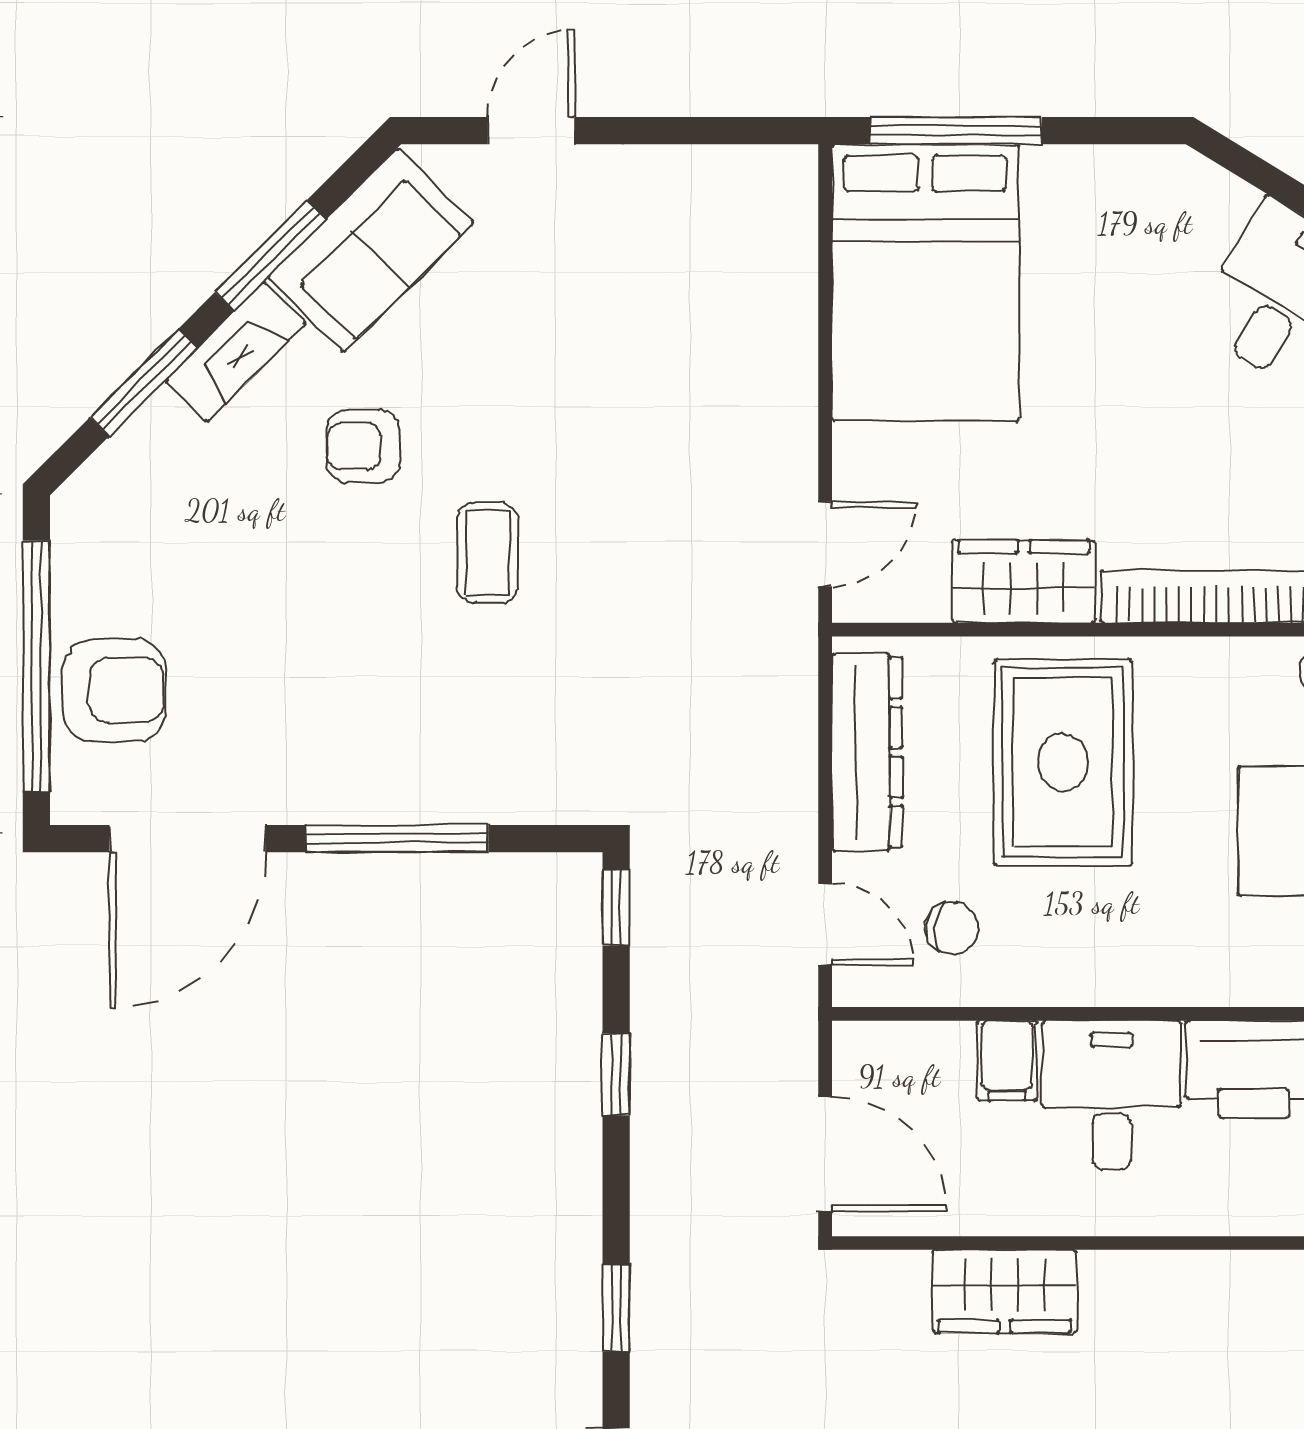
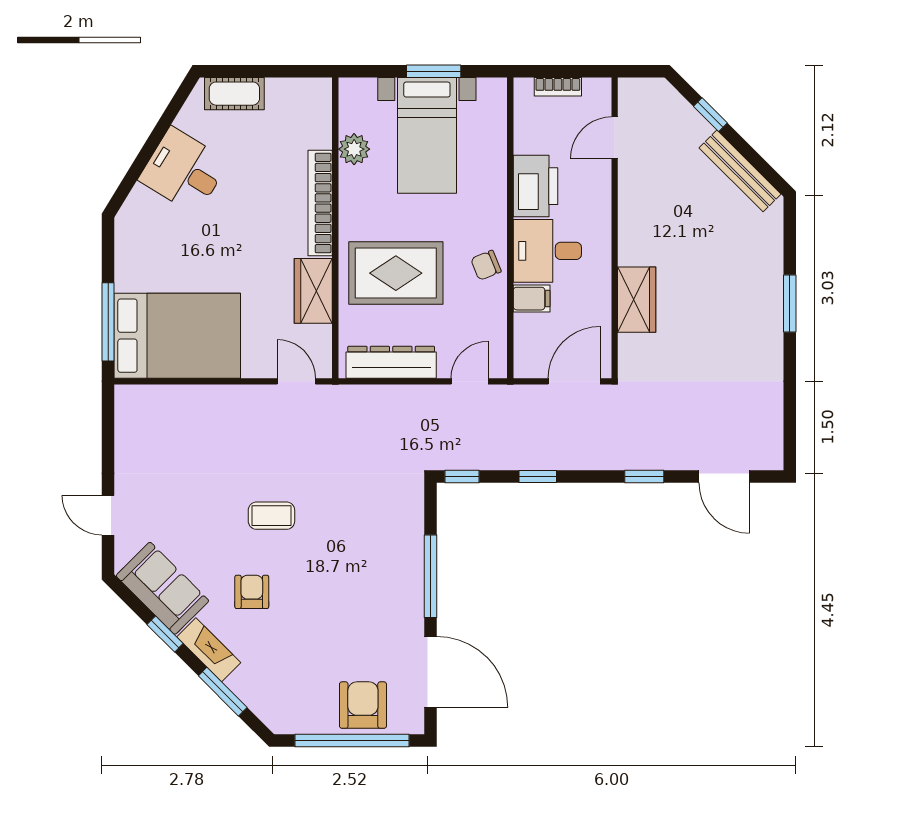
window: (270, 256) -> (165, 634), width x0.67
armchair: (363, 446) -> (252, 592), turned 180
coffee table: (487, 553) -> (271, 516), moved
chair: (952, 928) -> (486, 265), moved, turned -118

